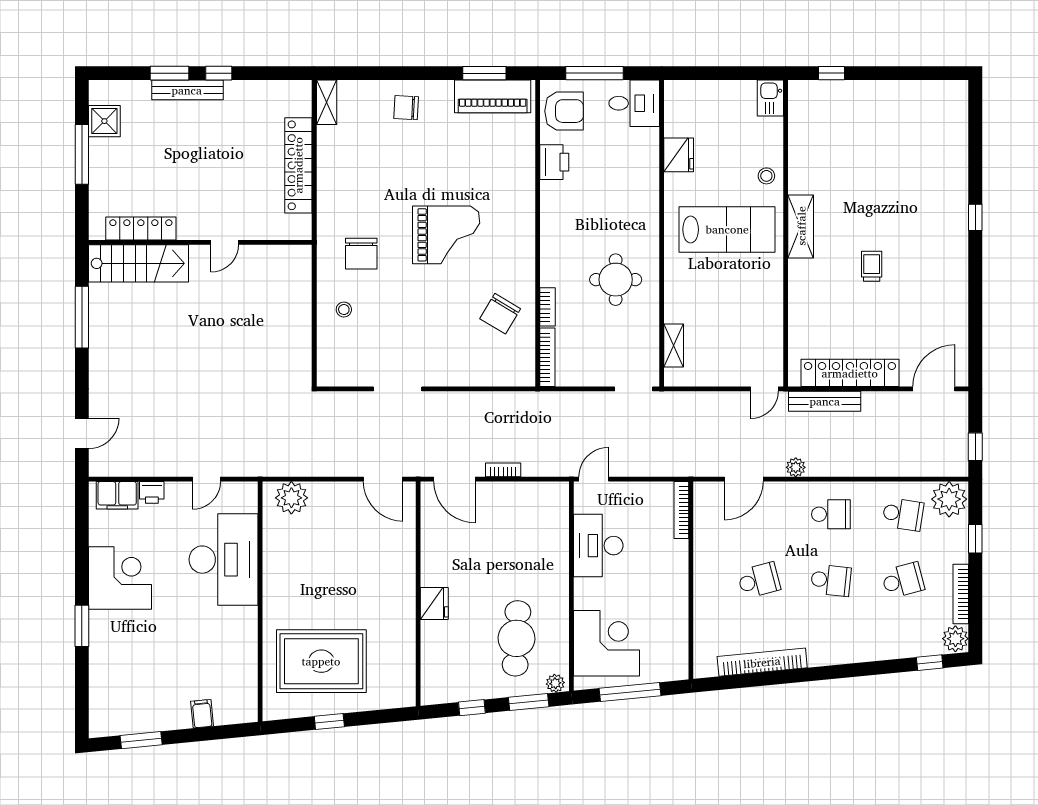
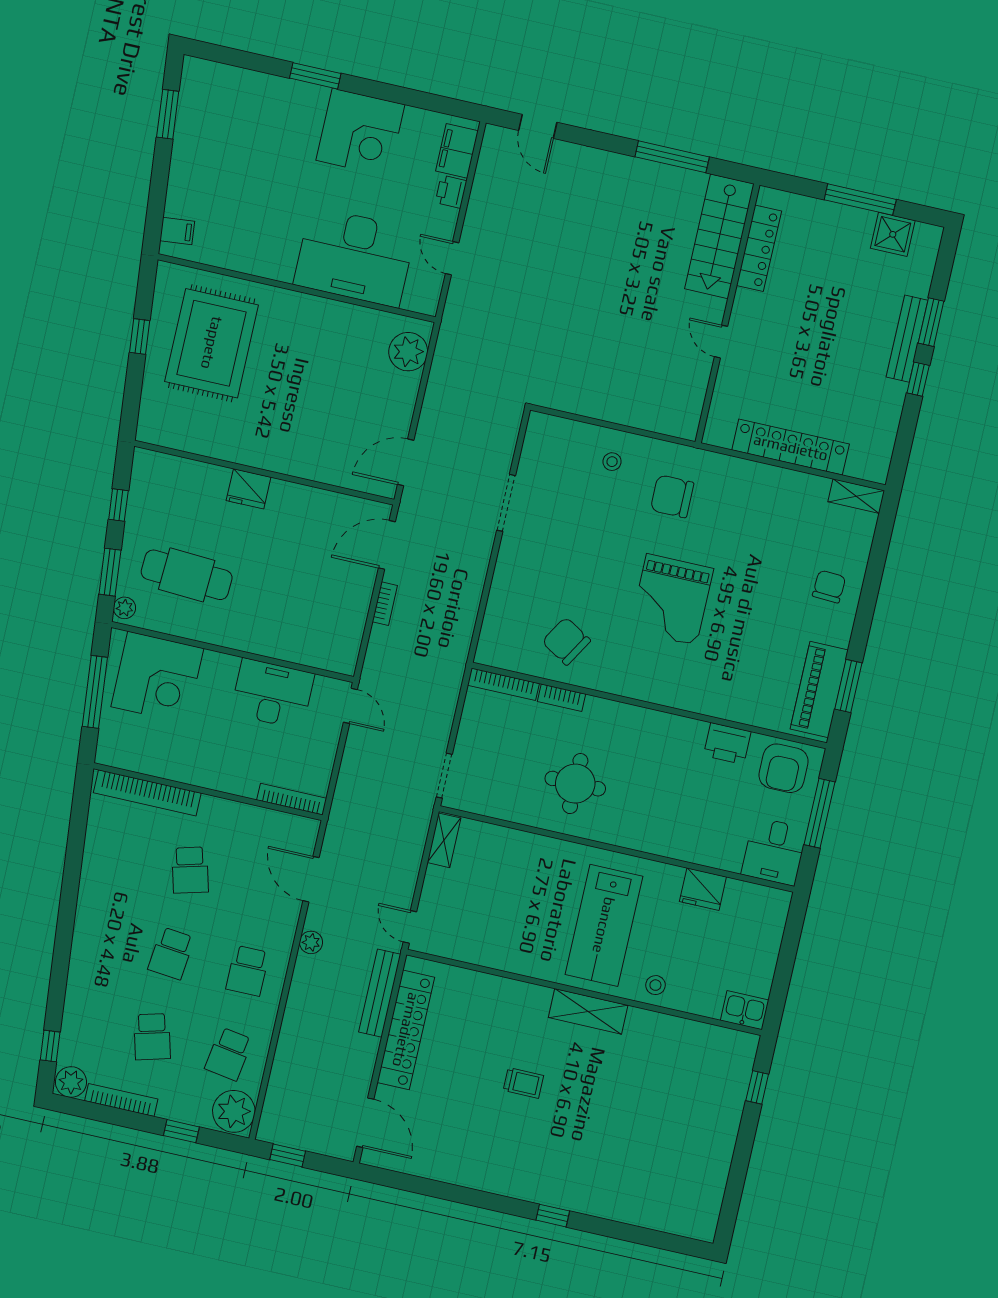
shelving: (674, 345) -> (444, 840), moved, turned 90
bookcase: (762, 662) -> (147, 793), moved, turned 96
filing cabinet: (202, 714) -> (177, 231), moved

